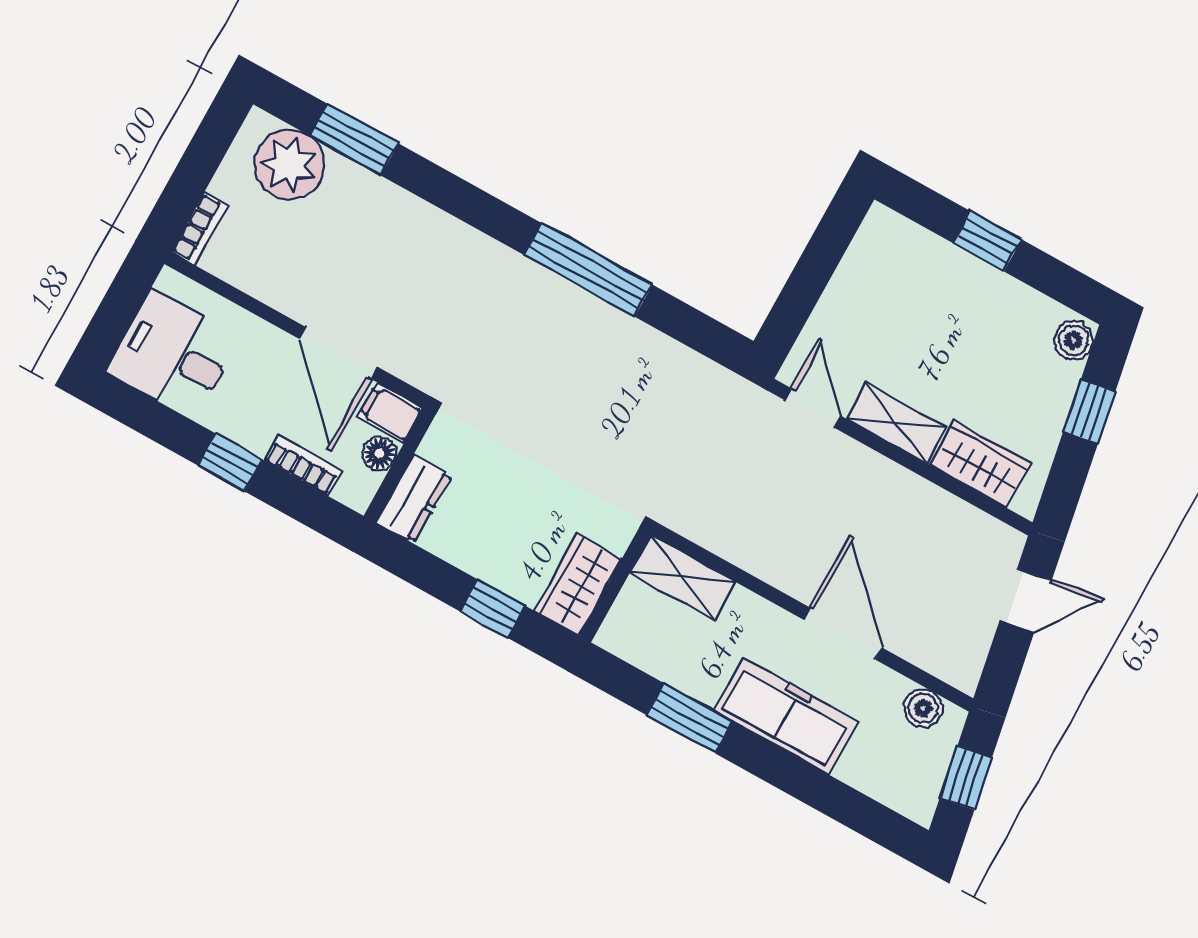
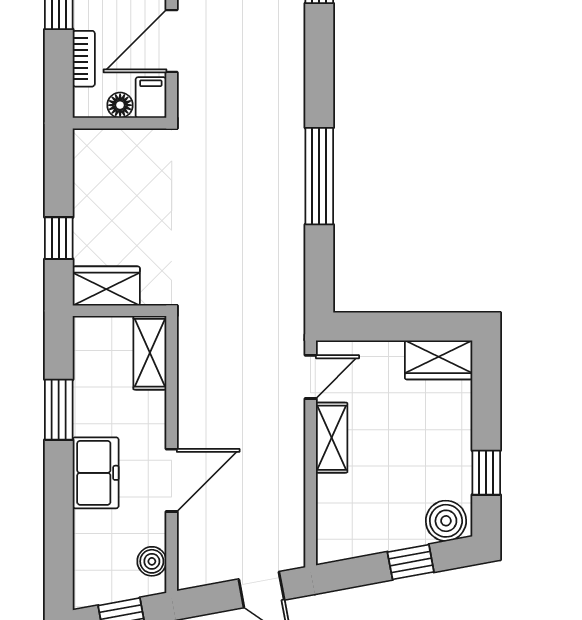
window: (987, 241) -> (486, 473), moved
boiler: (1074, 340) -> (446, 521), width x1.36, depth x1.36
wardrobe: (981, 464) -> (439, 360), moved, turned 90
dresser: (414, 499) -> (102, 145), removed
freezer: (786, 716) -> (96, 473), width x0.71

